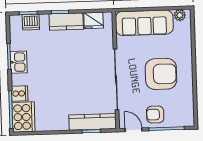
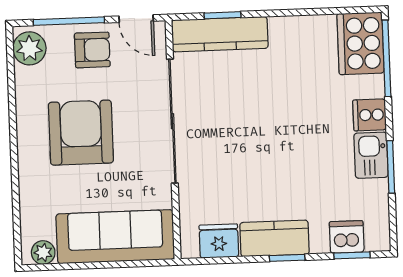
armchair: (161, 74) -> (81, 133), turned 90
cooker: (20, 93) -> (370, 115), moved
plant: (186, 115) -> (29, 48), added

